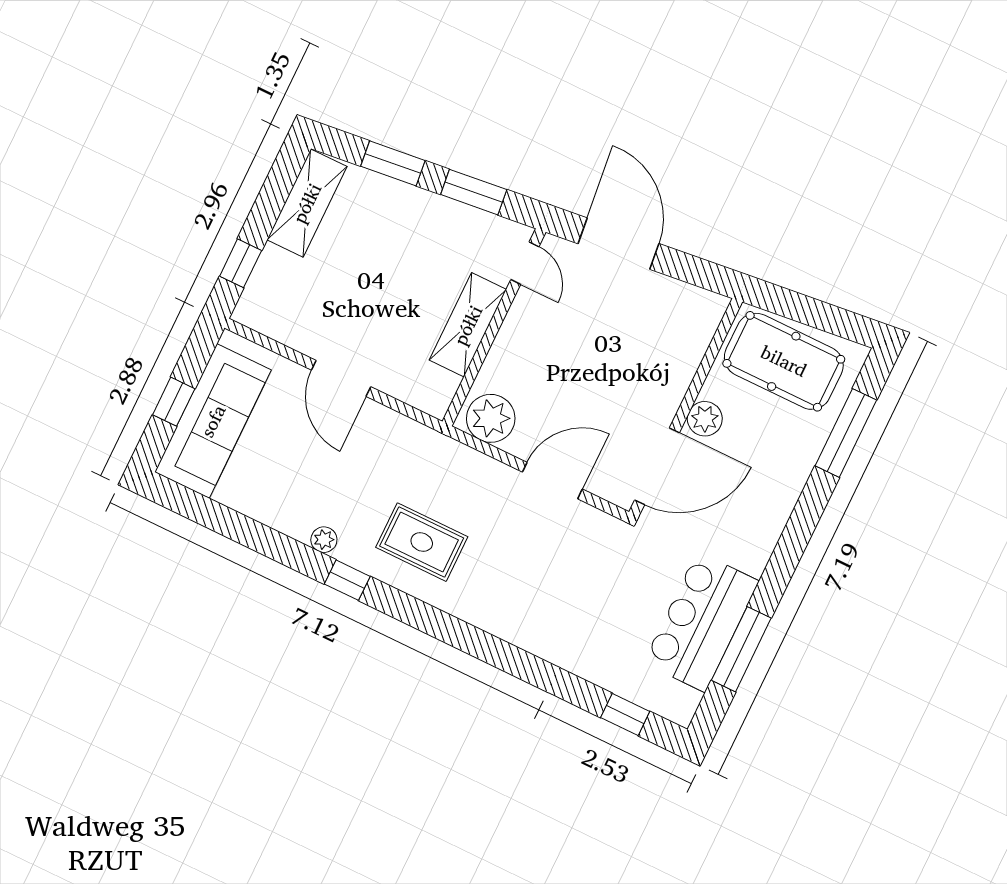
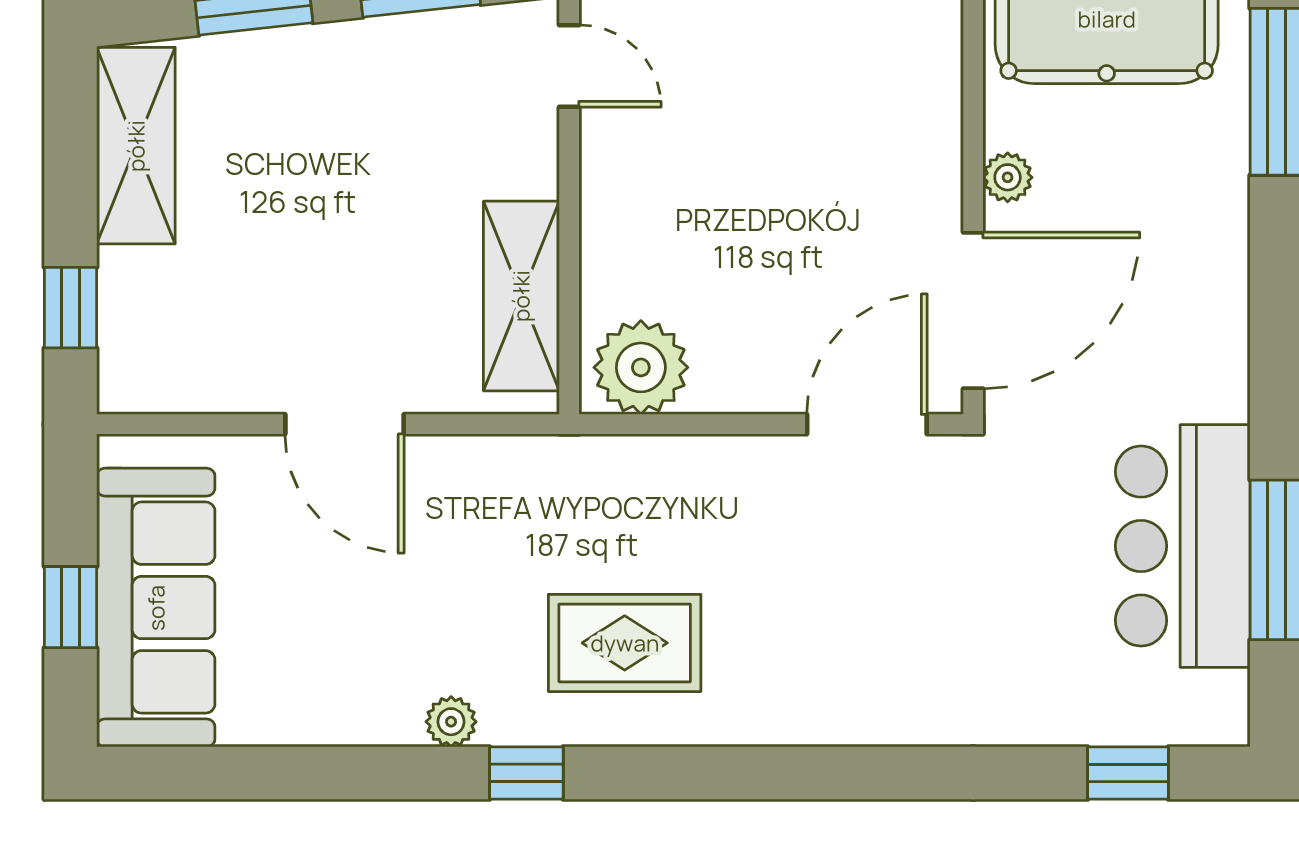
shelving: (468, 325) -> (521, 296), moved
plant: (705, 419) -> (1008, 177), width x0.73, depth x0.73
door: (552, 481) -> (867, 424), moved

